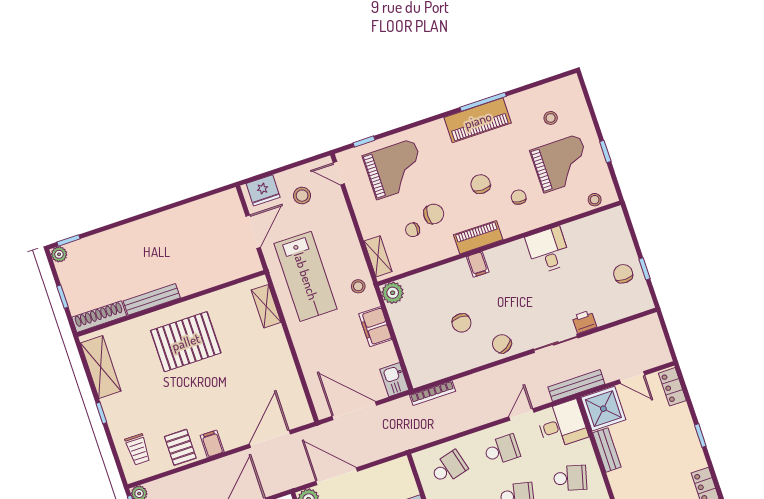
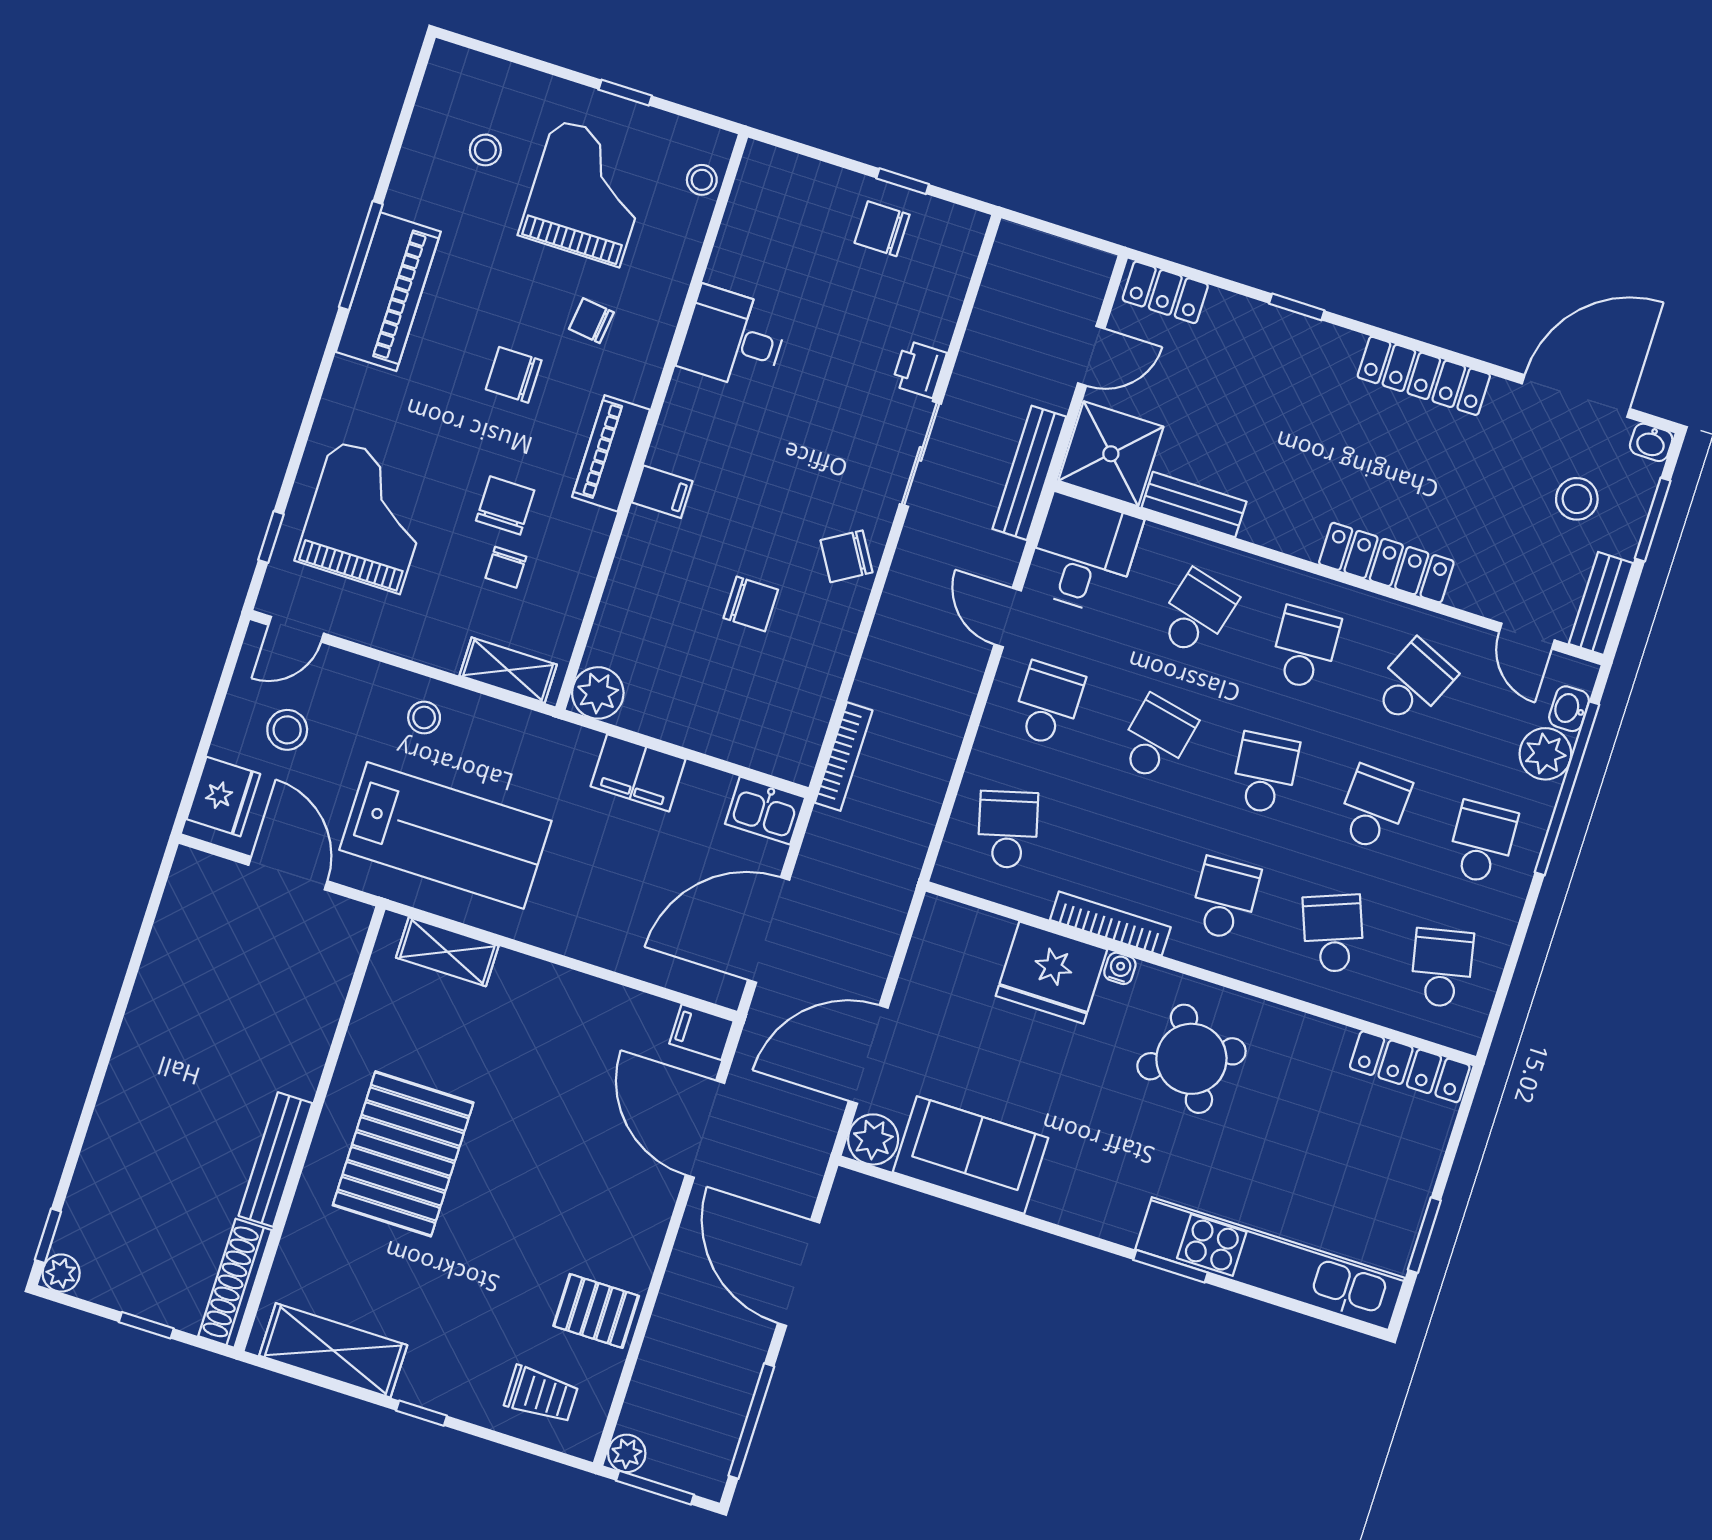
stool: (358, 286) -> (424, 718), moved
filing cabinet: (212, 444) -> (701, 1032), moved

